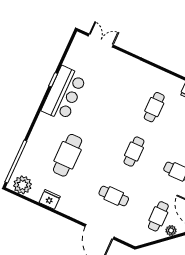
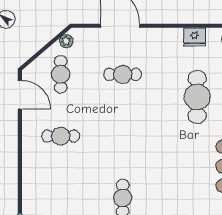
cafe table: (134, 152) -> (123, 136), removed
plant: (171, 231) -> (66, 41), moved

